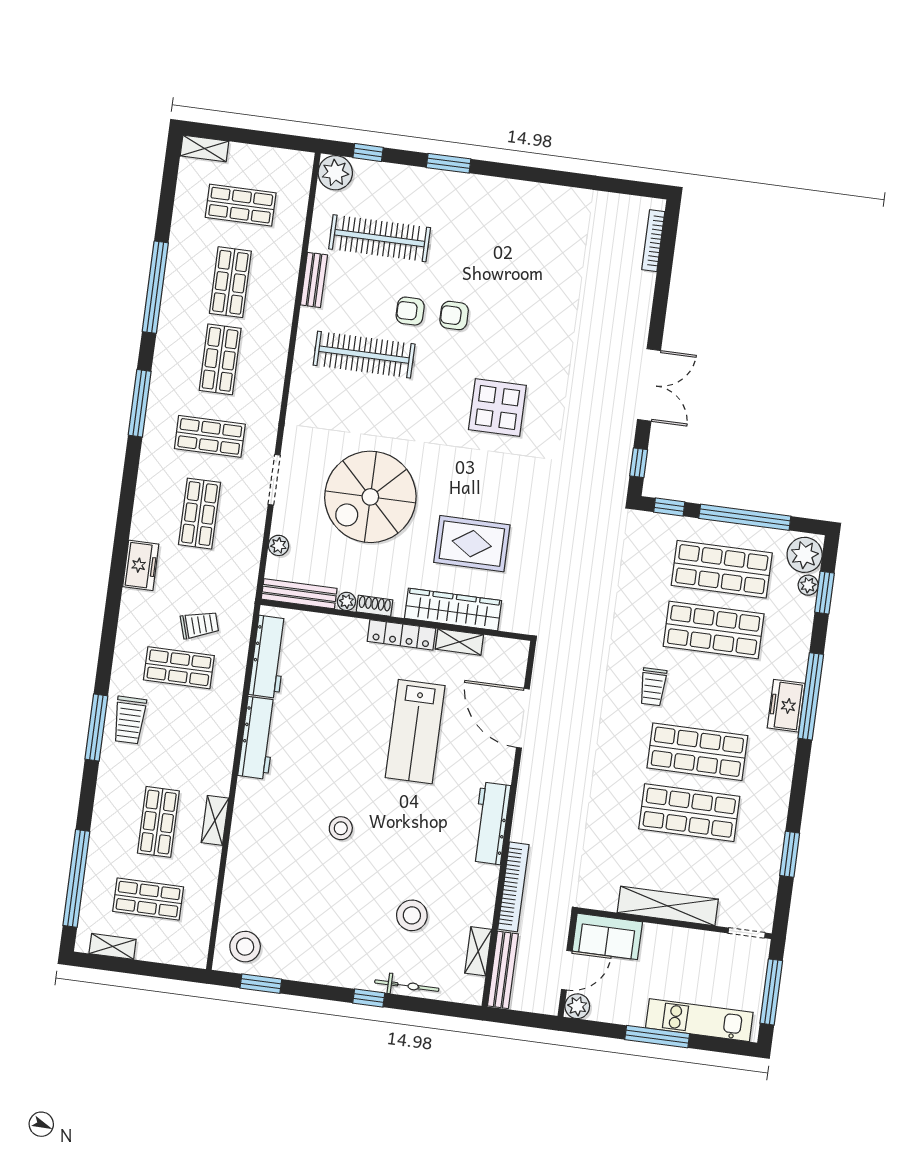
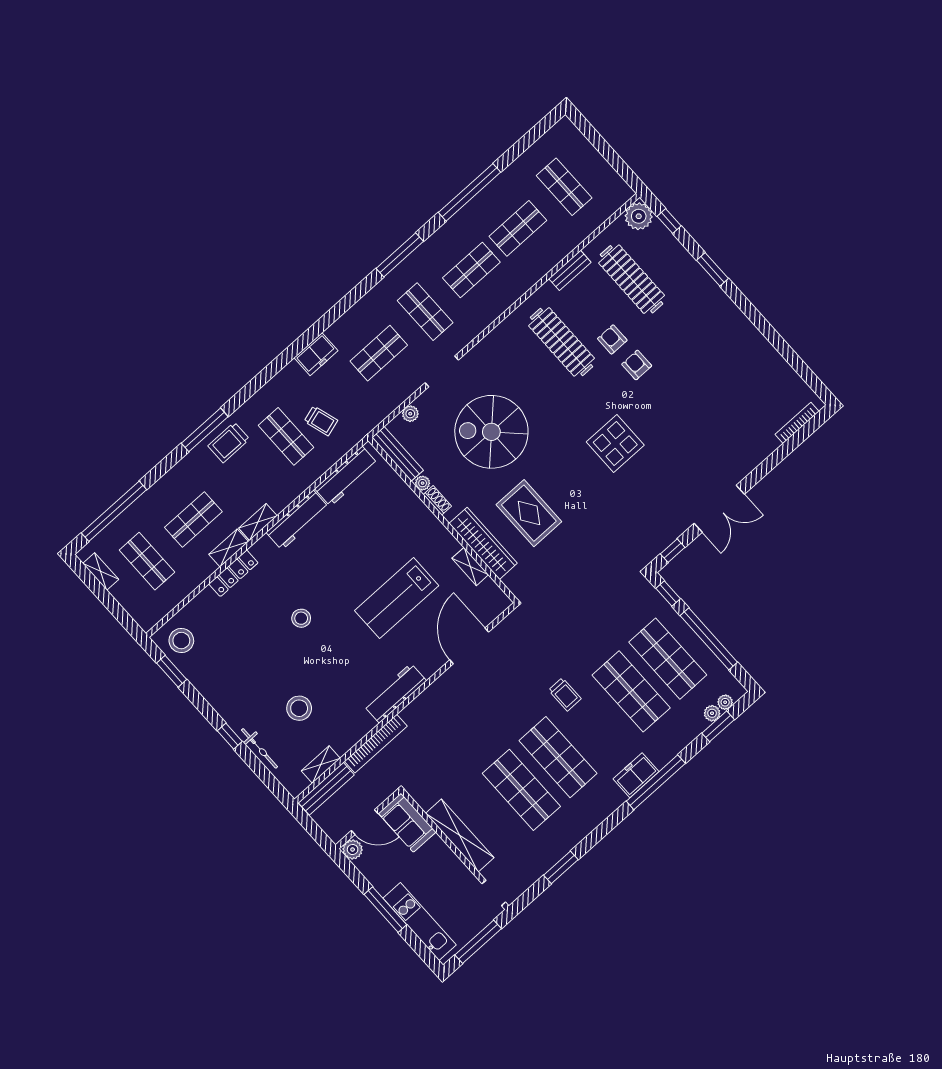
shelving: (204, 148) -> (258, 522), moved, turned 90
plant: (805, 555) -> (725, 702), width x0.53, depth x0.53
locker: (401, 635) -> (233, 573), moved, turned -90
trolley: (653, 687) -> (565, 694), turned -90

